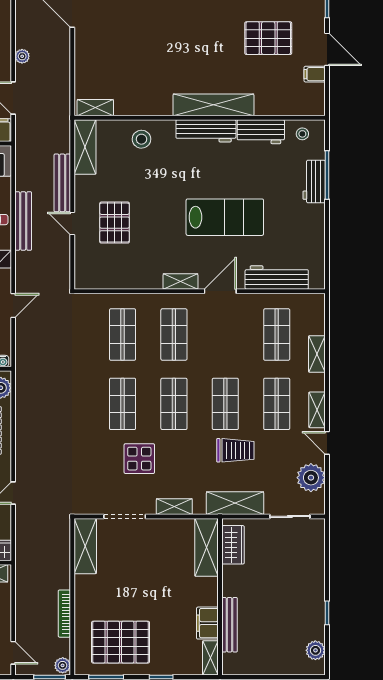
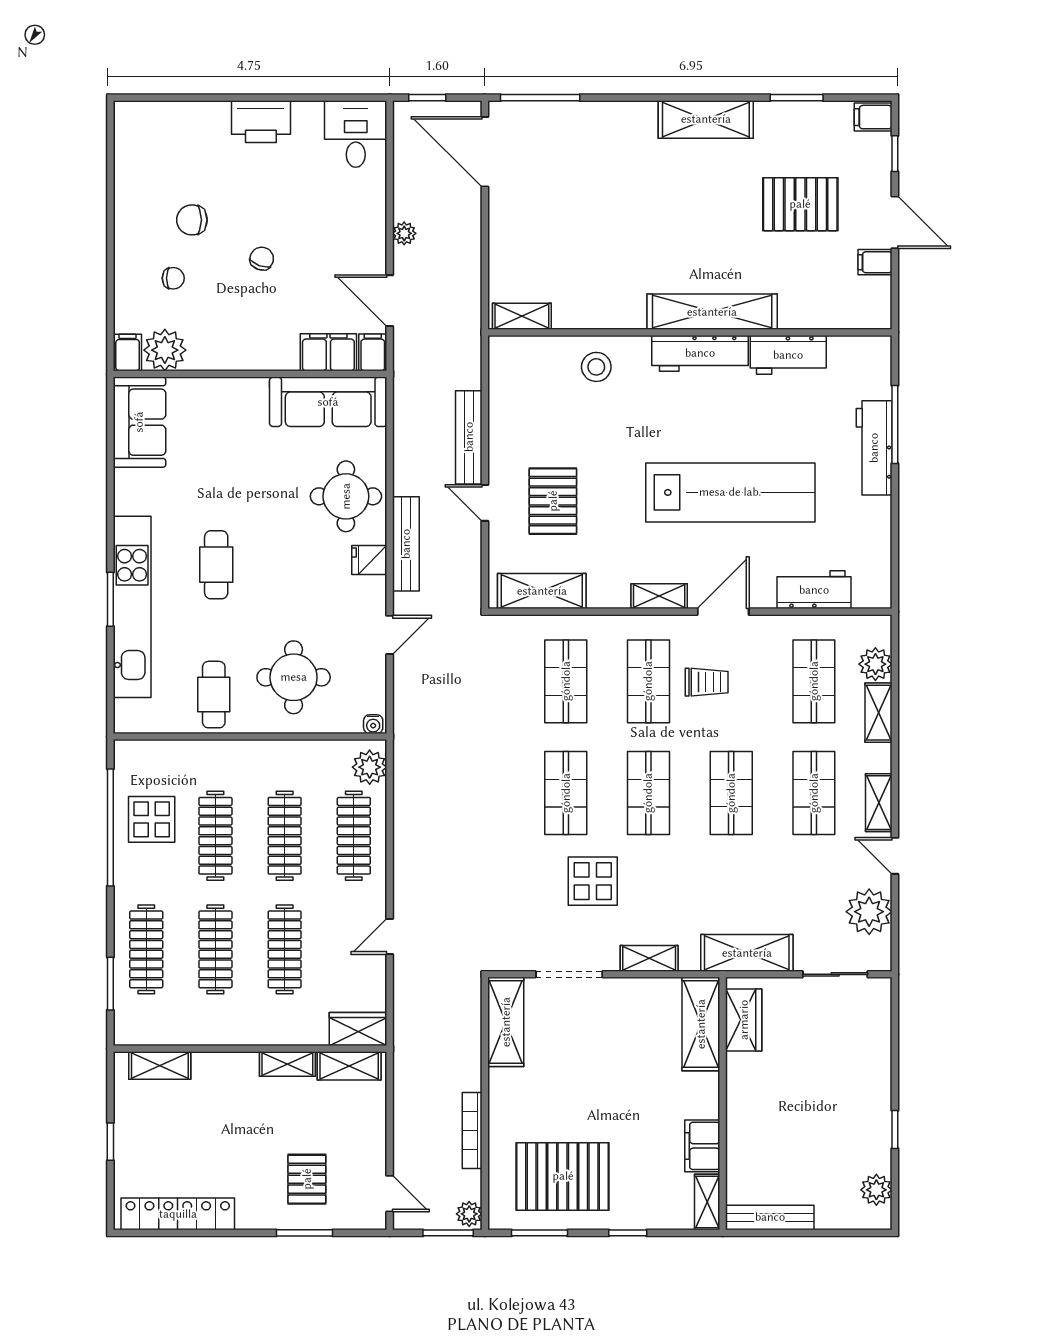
stool: (302, 134) -> (855, 358), removed
shelving: (85, 147) -> (542, 591), moved, turned 90
workbench: (314, 182) -> (874, 448), width x1.37
lab bench: (225, 217) -> (730, 492), width x1.36
bench: (23, 221) -> (406, 544), moved
workbench: (277, 278) -> (814, 590), width x0.73
plant: (315, 324) -> (875, 664), added
trolley: (235, 450) -> (707, 682), moved, width x0.73, depth x0.72
bench: (229, 625) -> (770, 1217), moved, turned 90

